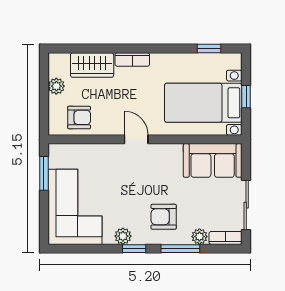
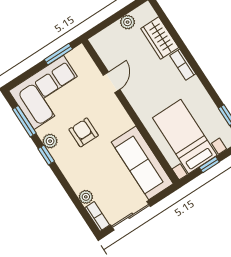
armchair: (79, 117) -> (116, 53), removed
door: (136, 139) -> (112, 82), moved
sofa: (213, 160) -> (142, 163), width x1.36
armchair: (164, 217) -> (84, 132), moved
window: (180, 249) -> (24, 121), moved

